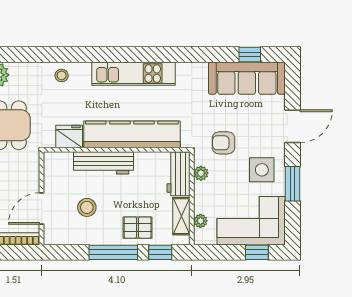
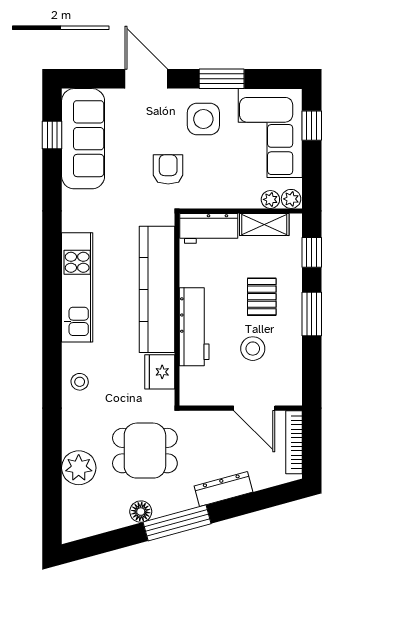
armchair: (223, 143) -> (168, 169), turned 180
plant: (201, 173) -> (291, 199), moved
pallet: (138, 228) -> (262, 297), moved
window: (113, 252) -> (312, 314), width x0.69

